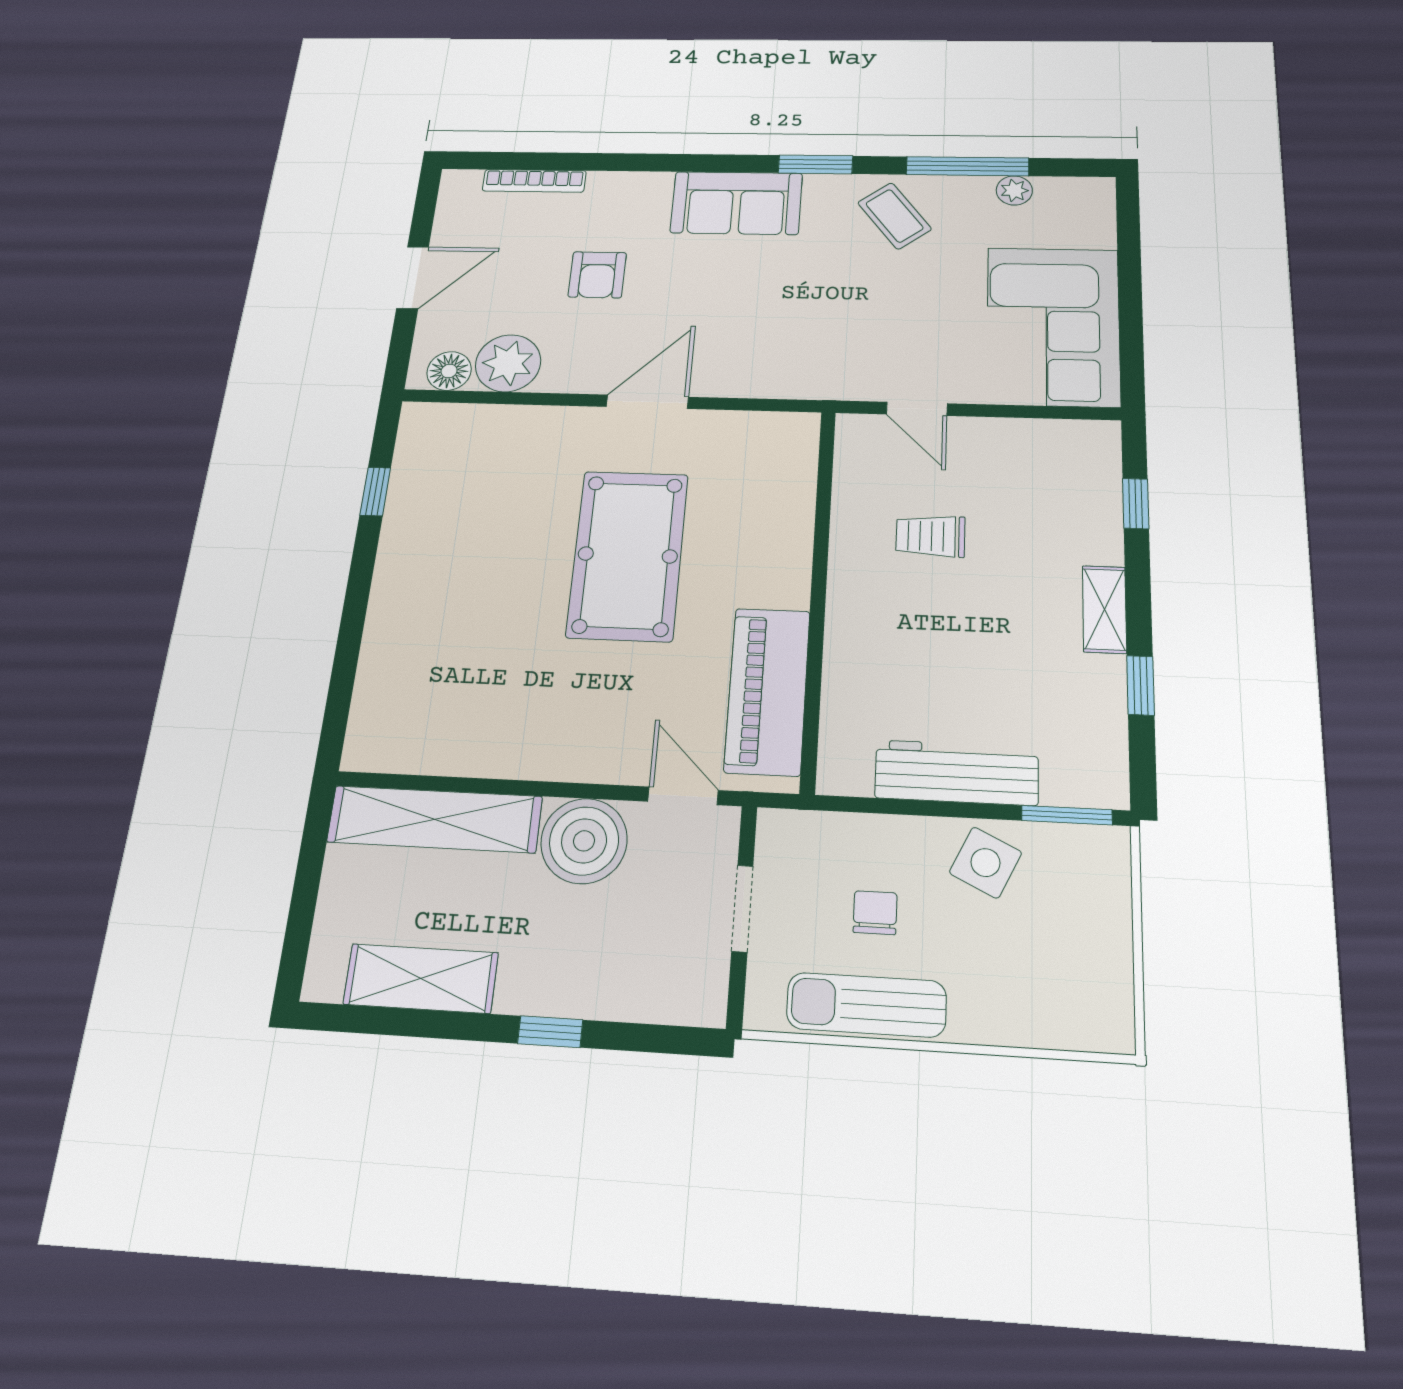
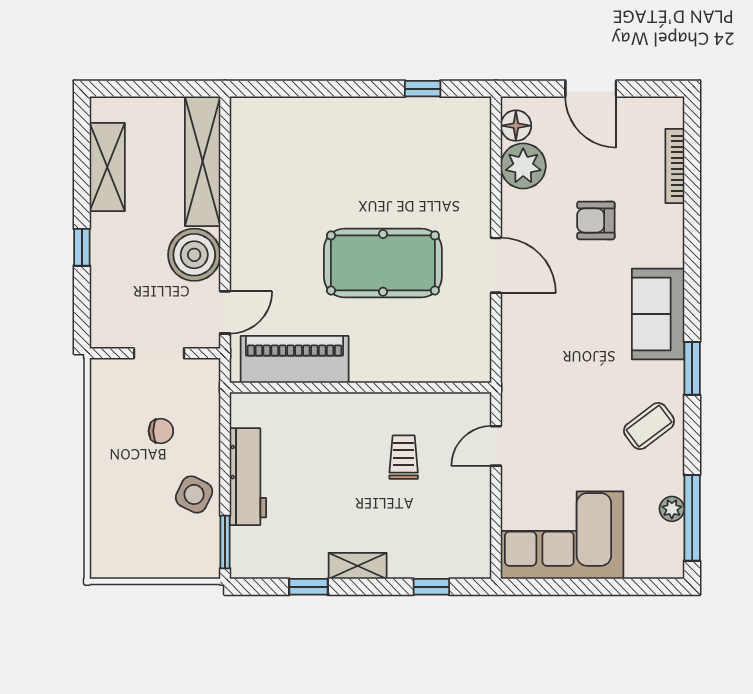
window: (967, 166) -> (692, 518), moved
sun lounger: (866, 1005) -> (108, 428), removed

